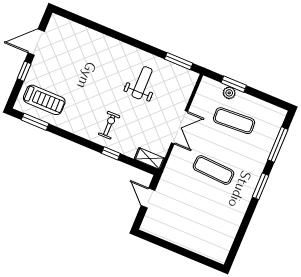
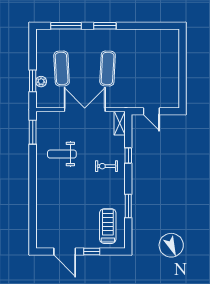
window: (35, 122) -> (128, 206), moved
double door: (180, 127) -> (85, 110), width x1.37
door: (148, 198) -> (151, 111), hinge flipped

